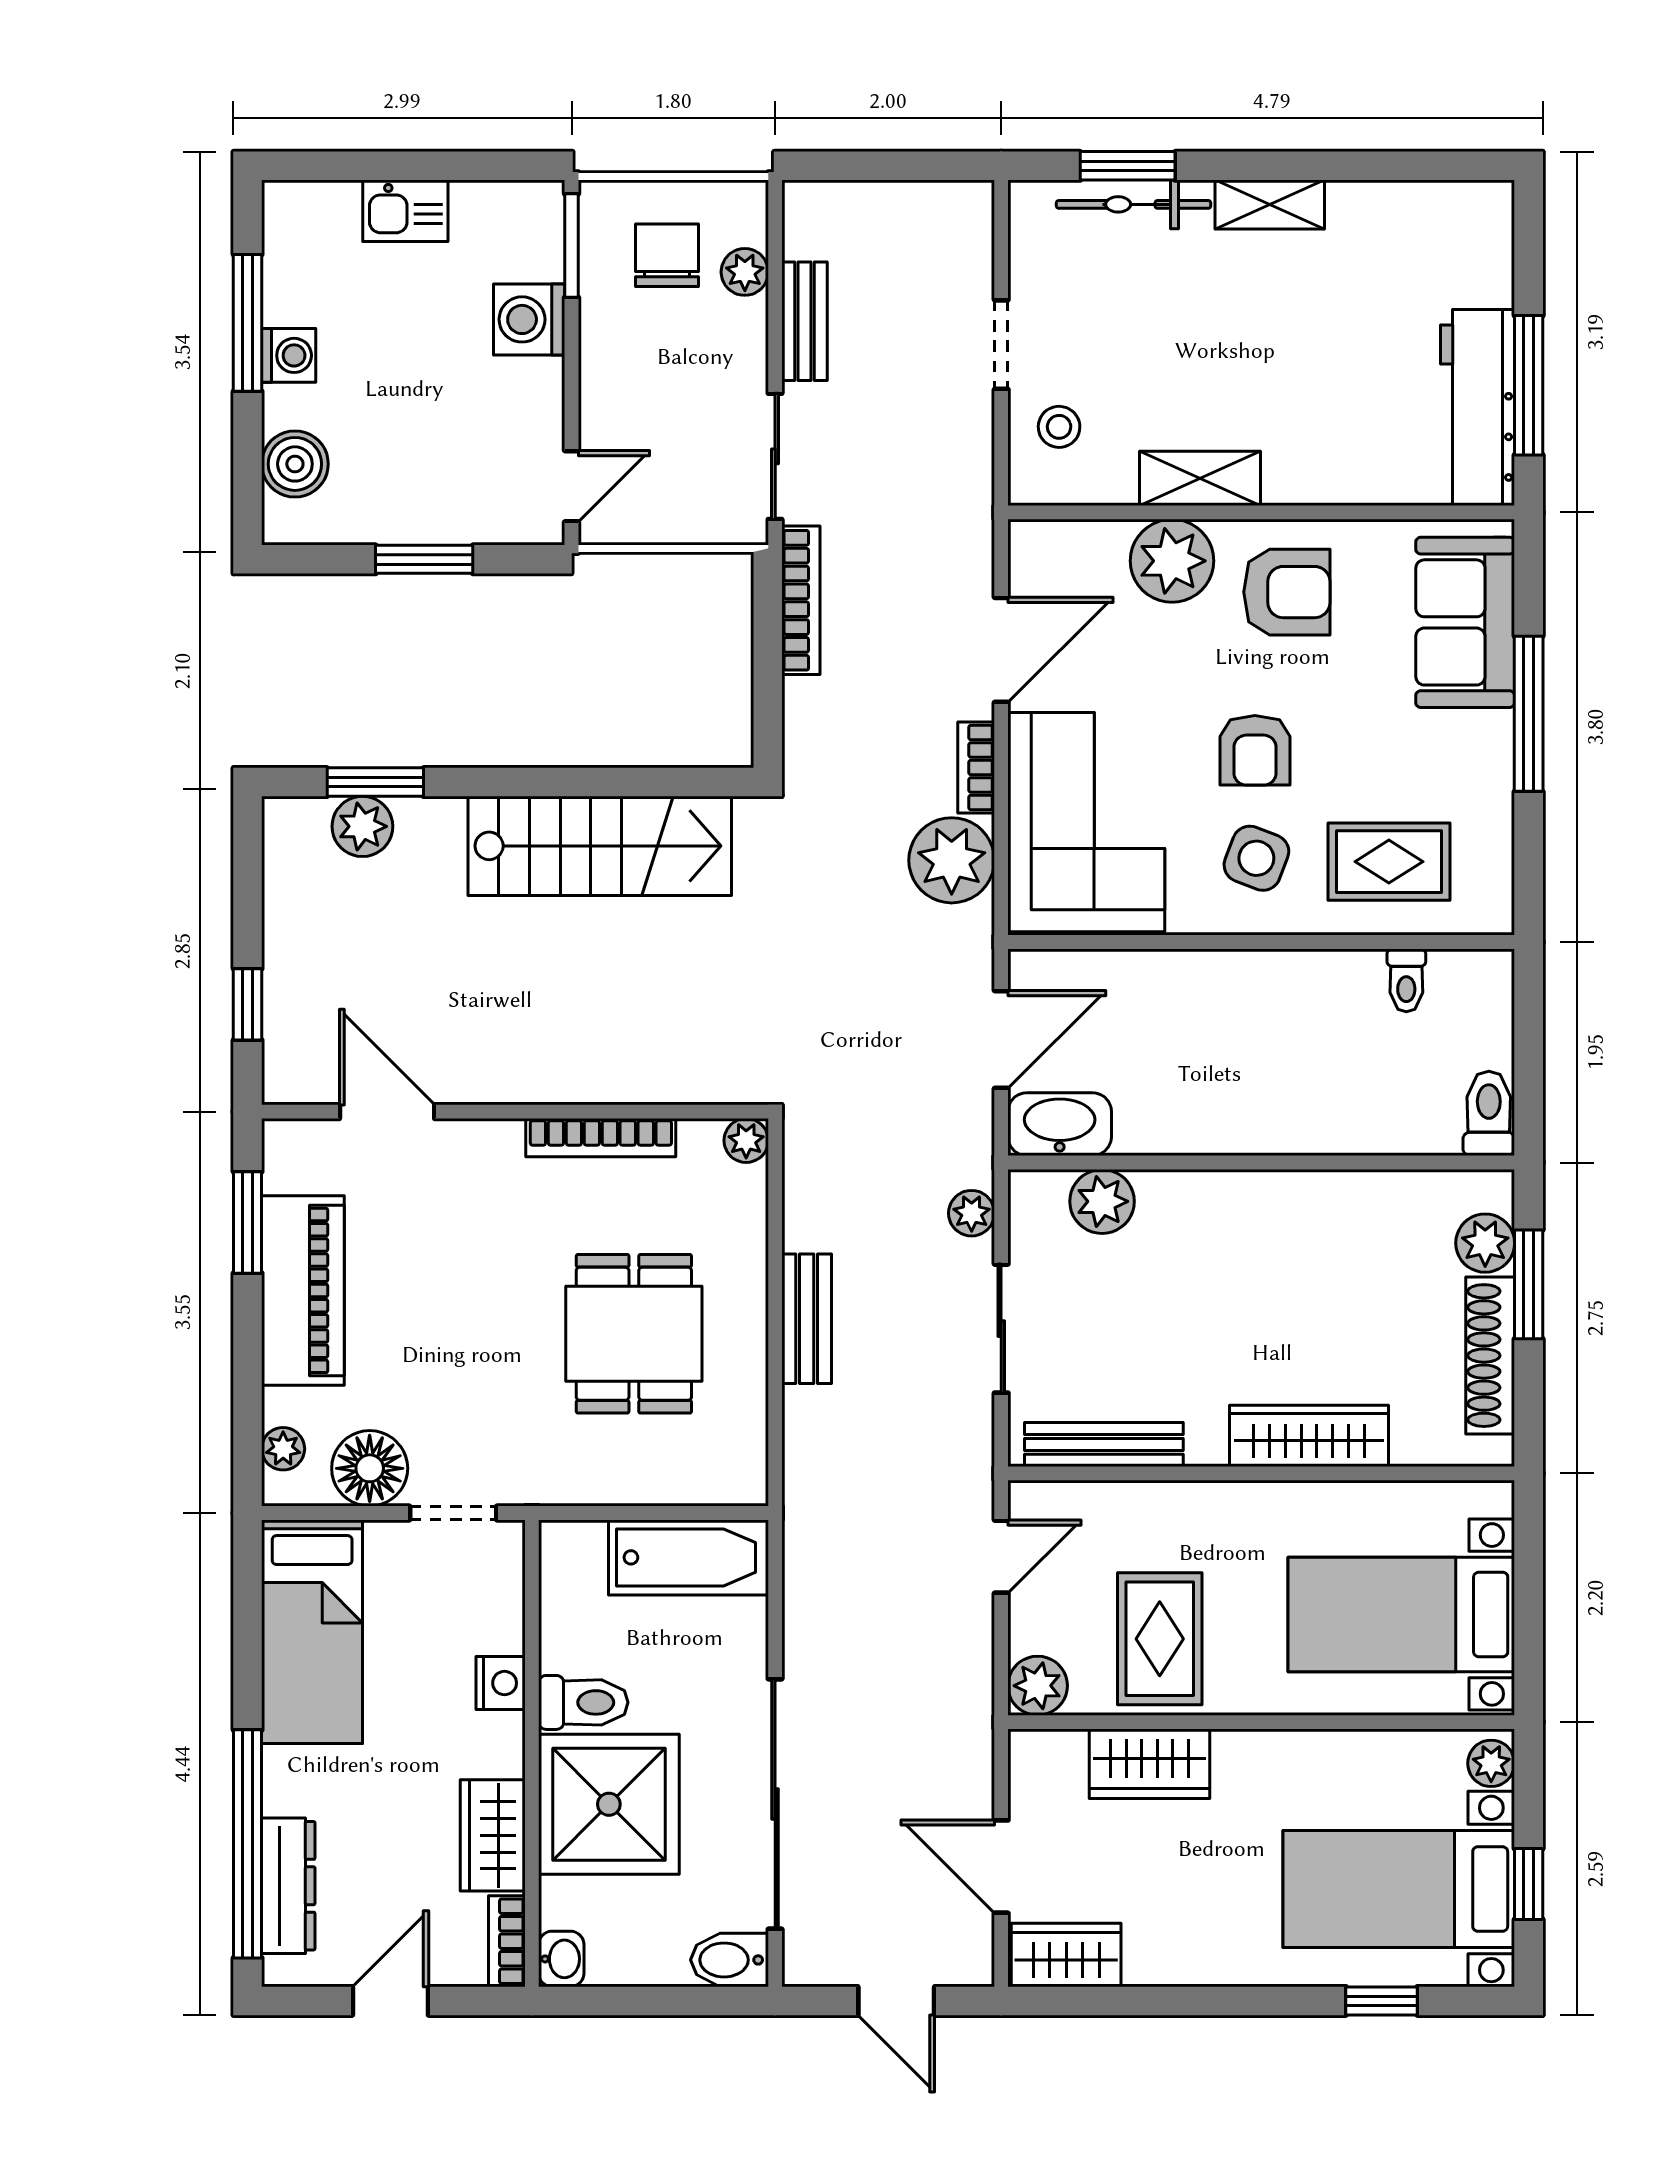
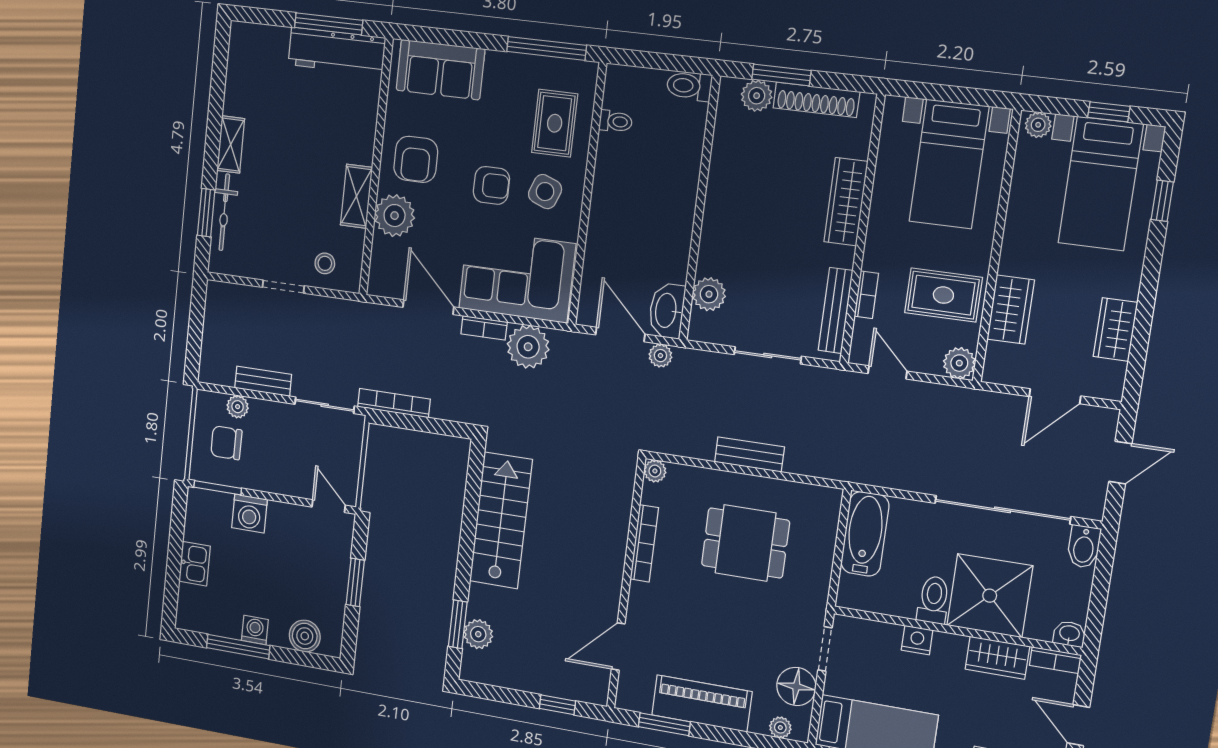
armchair: (1287, 592) -> (416, 159), turned 180
window: (1529, 714) -> (546, 48), moved
plant: (972, 1213) -> (660, 356), moved
bookcase: (1141, 1497) -> (866, 295), added
wardrobe: (1066, 1955) -> (1115, 329), moved

